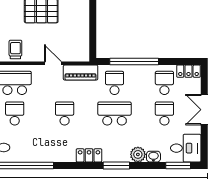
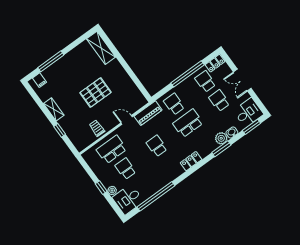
window: (134, 61) -> (187, 74), moved
window: (116, 166) -> (221, 149), moved

